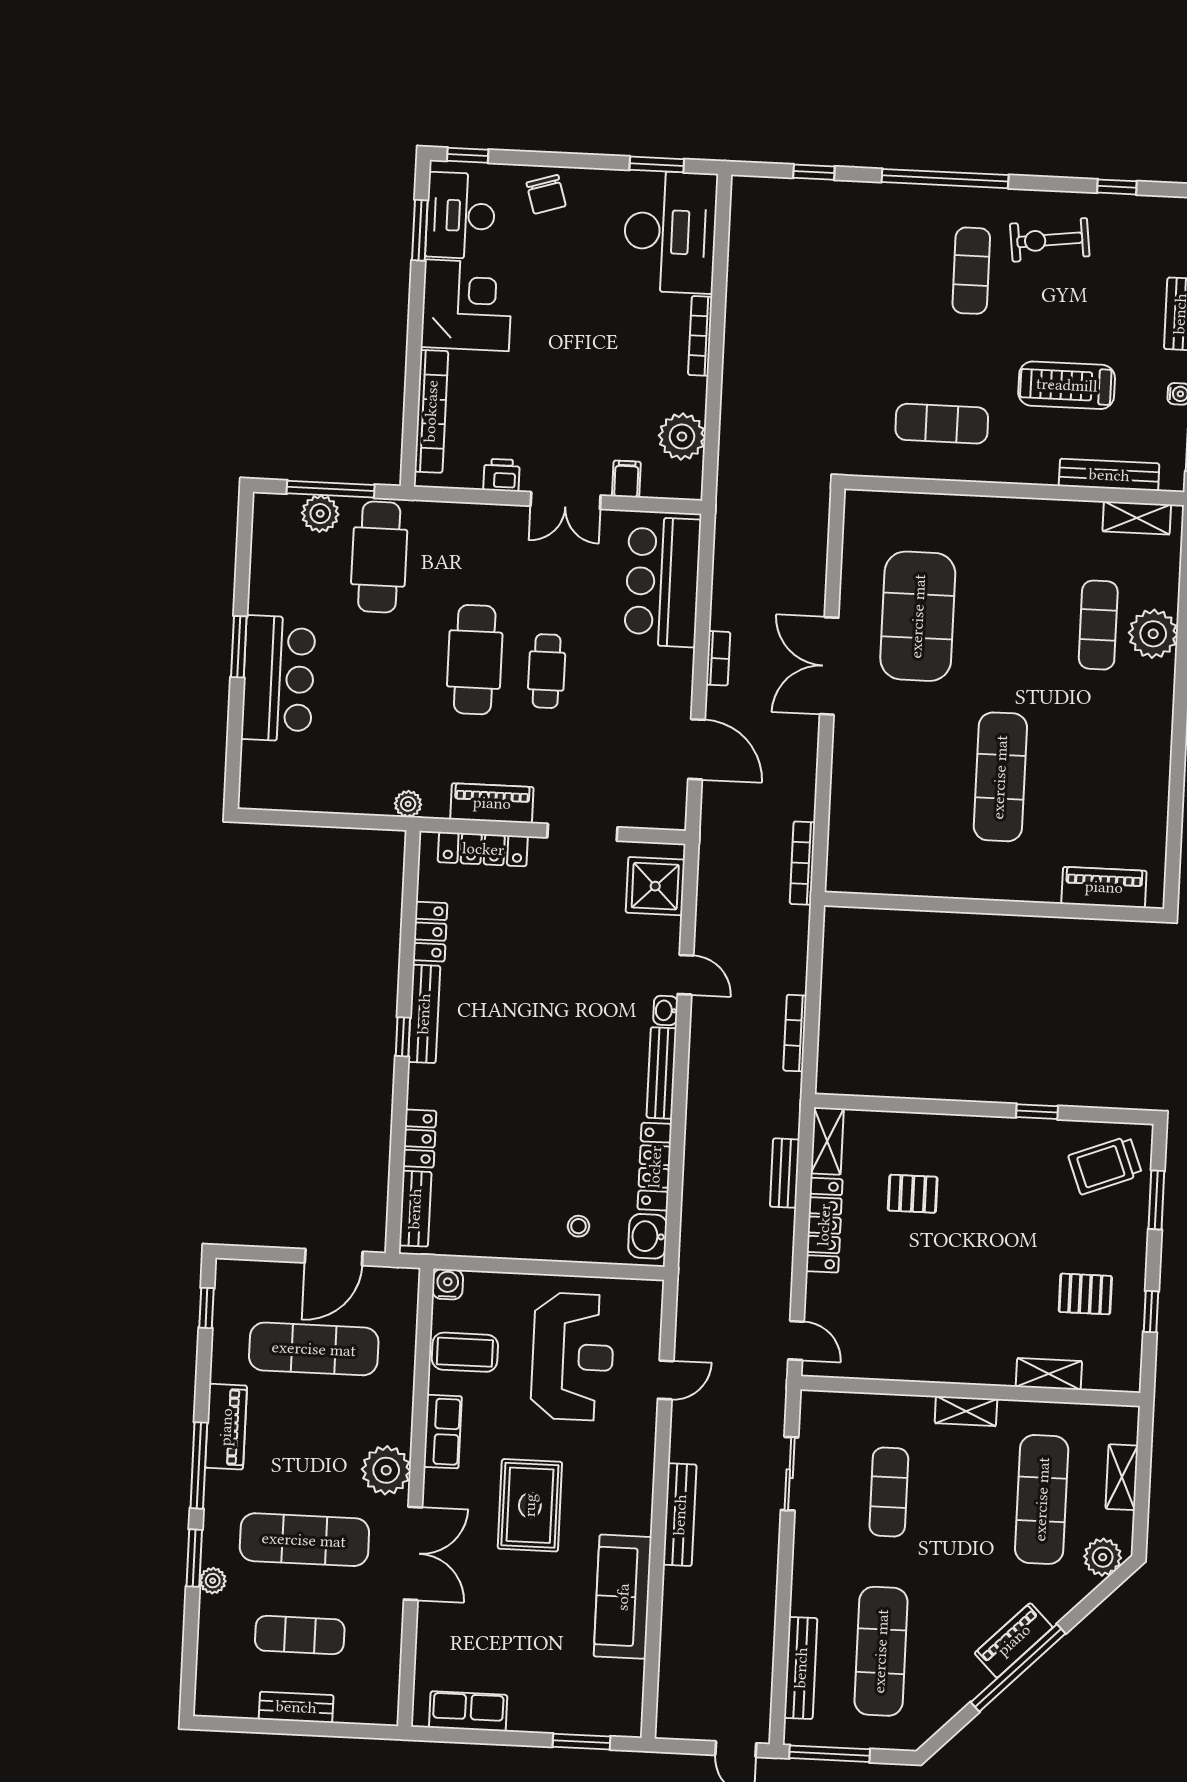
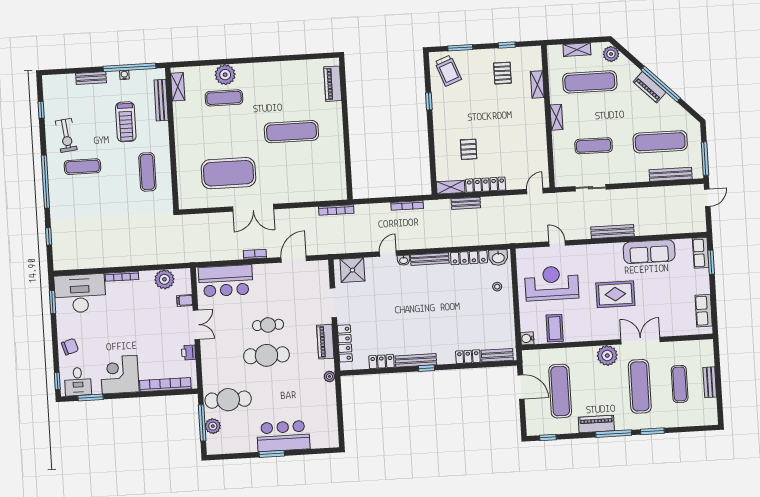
desk: (461, 216) -> (78, 382), width x0.73
row of seats: (443, 1432) -> (701, 253), moved, turned -90
plant: (213, 1581) -> (661, 423), removed

